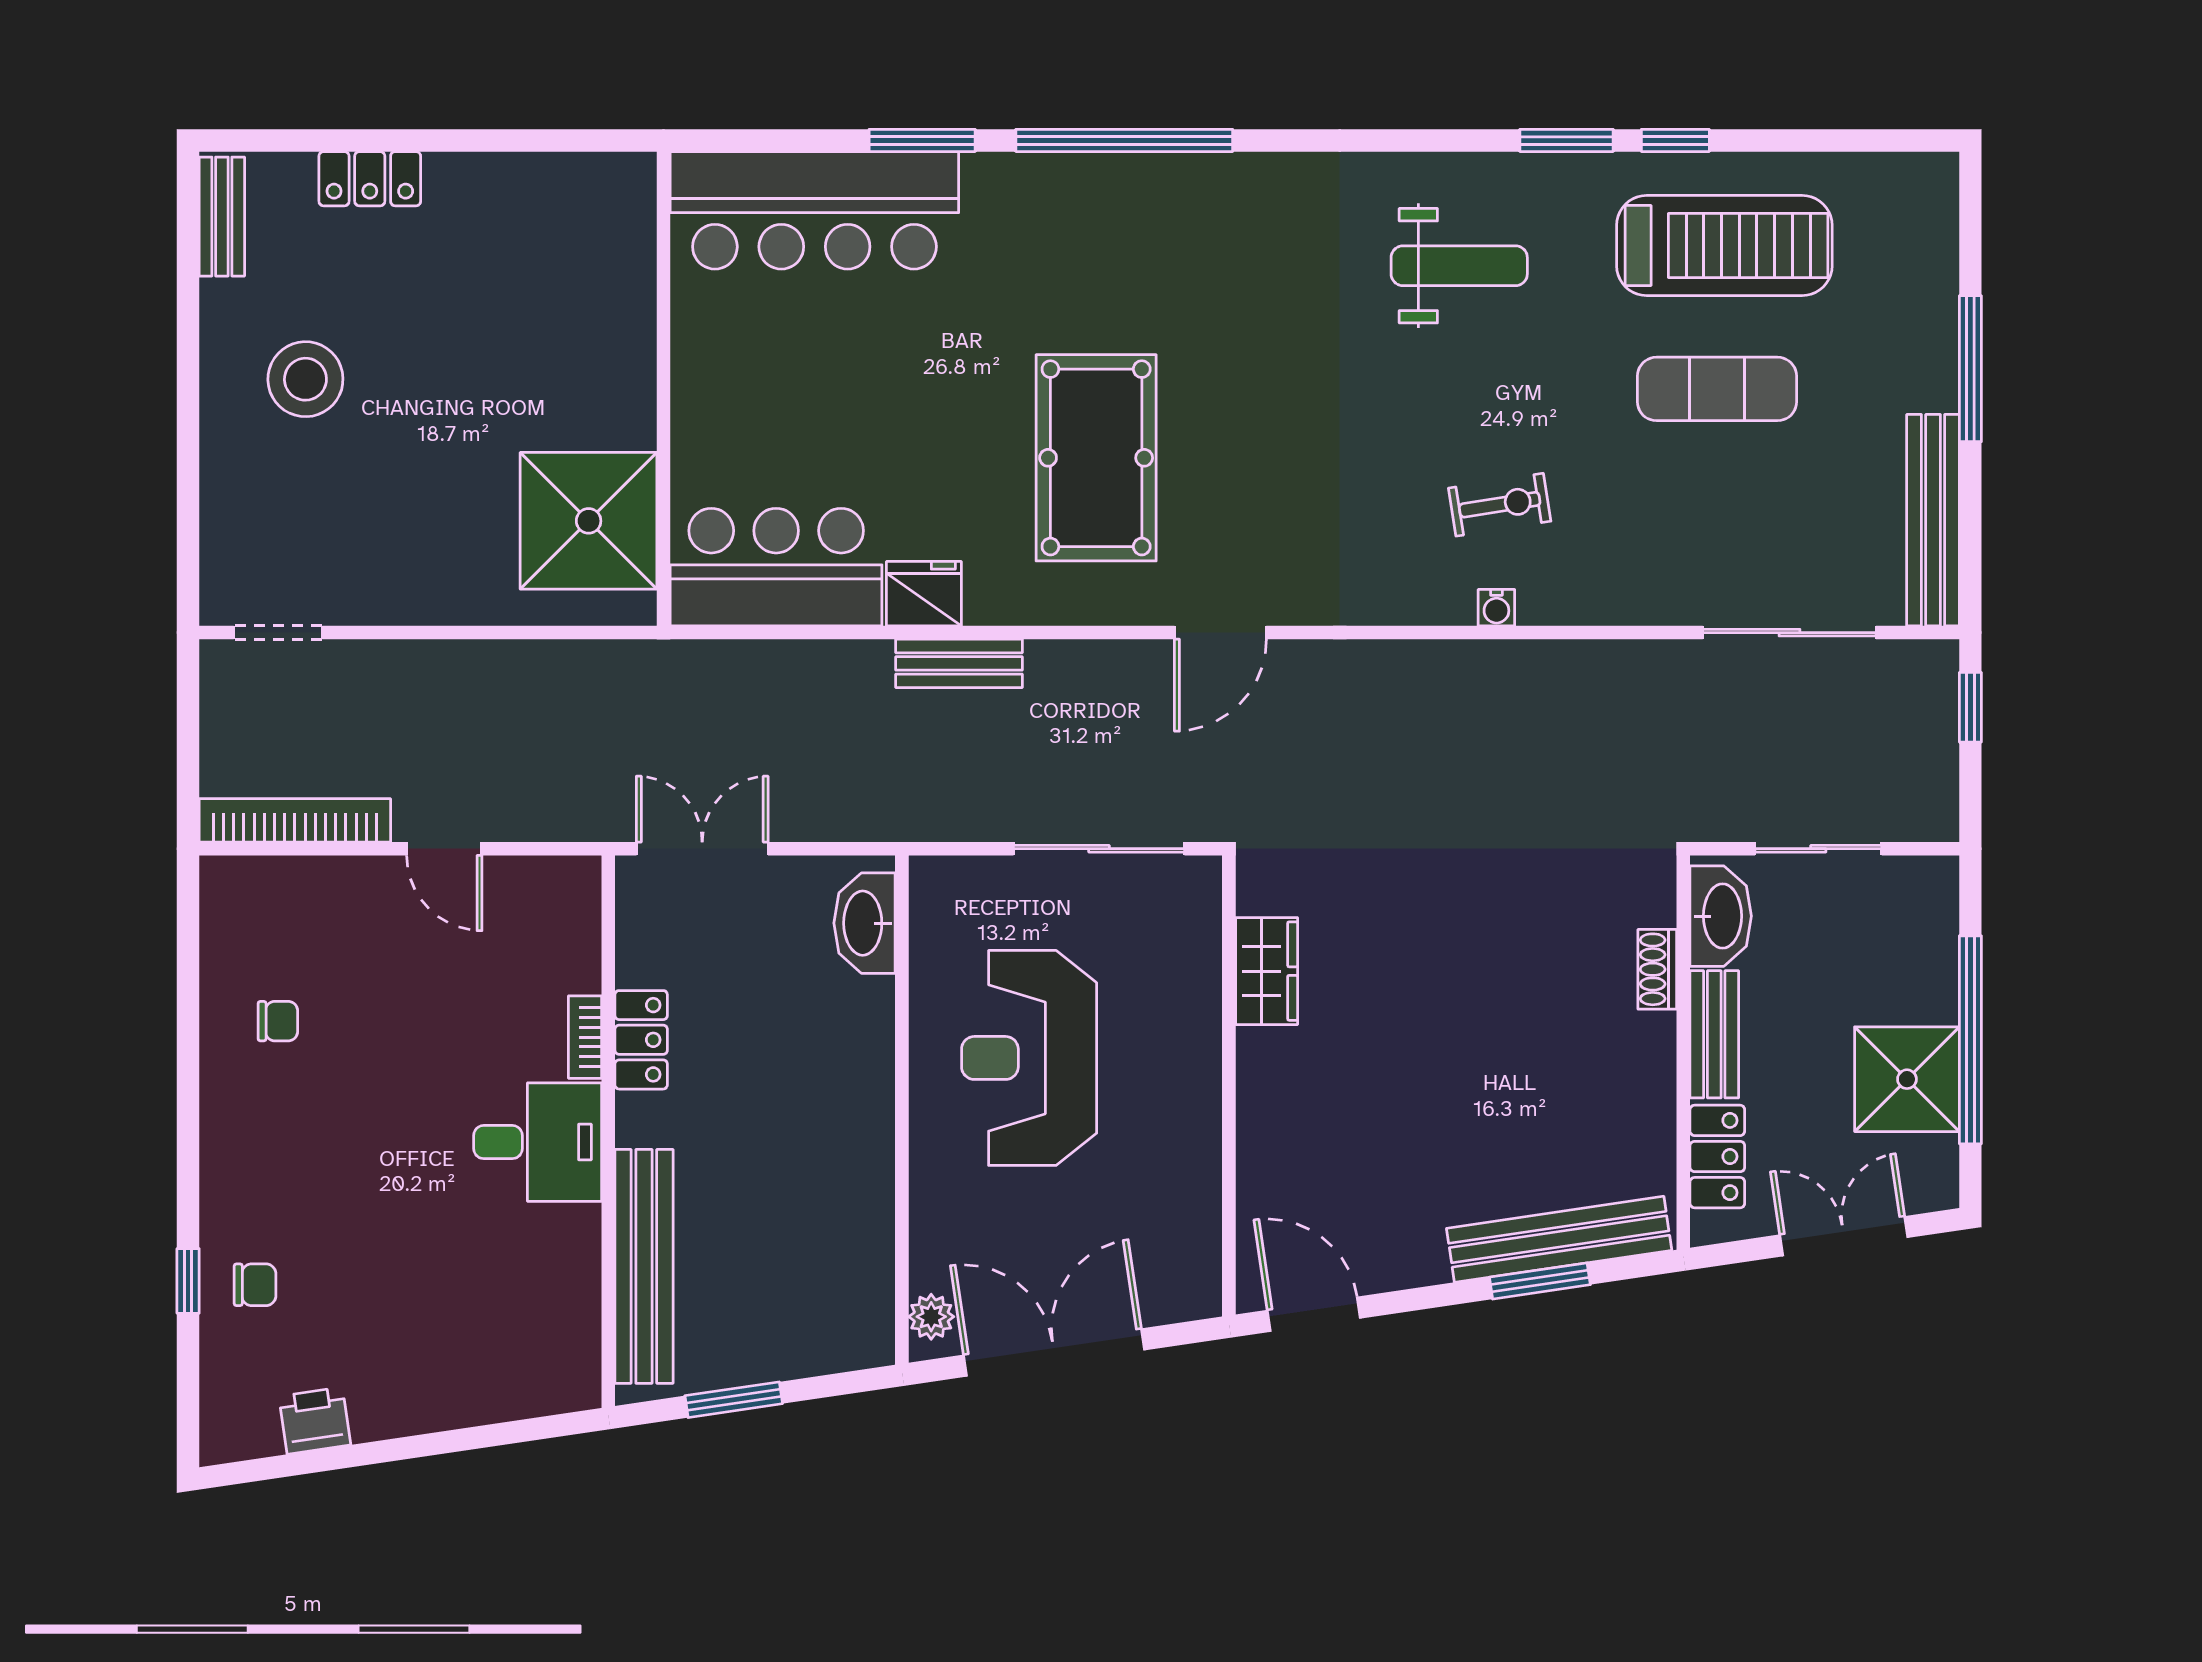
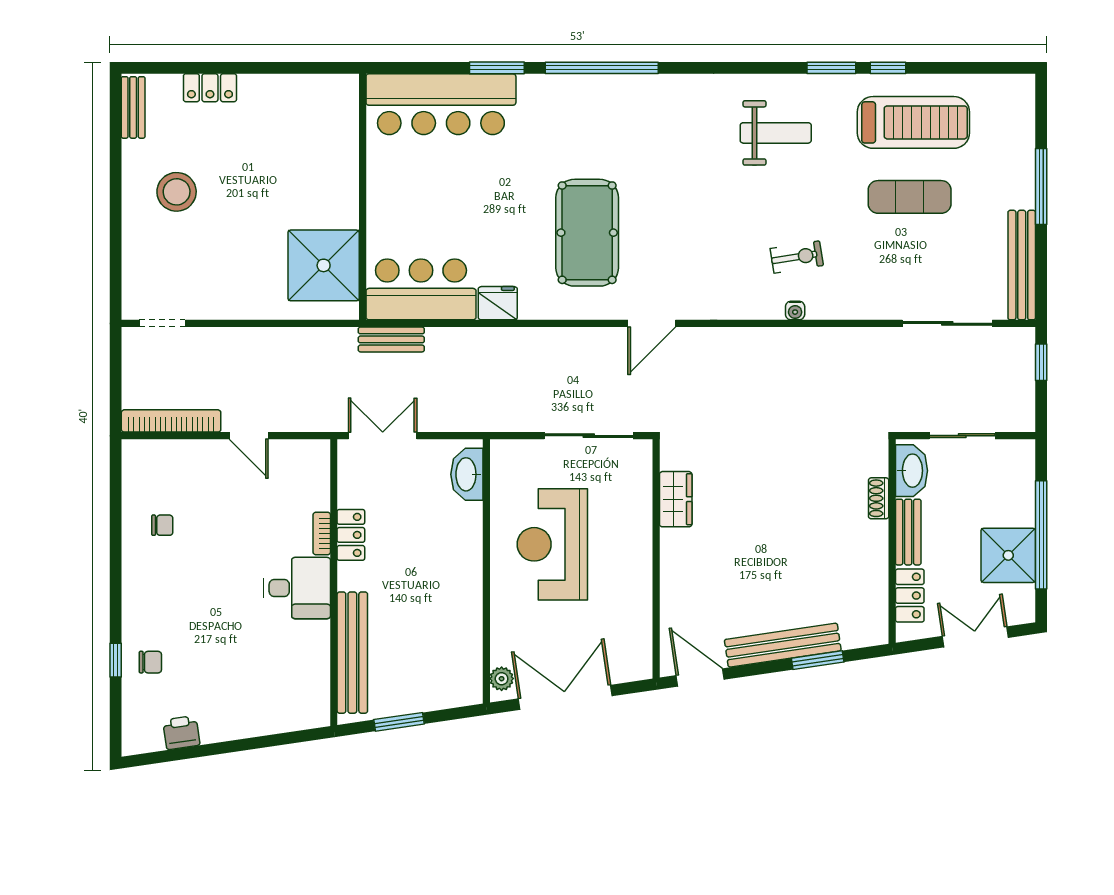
bench: (959, 663) -> (391, 339), moved
bench: (1559, 1239) -> (783, 645), moved

